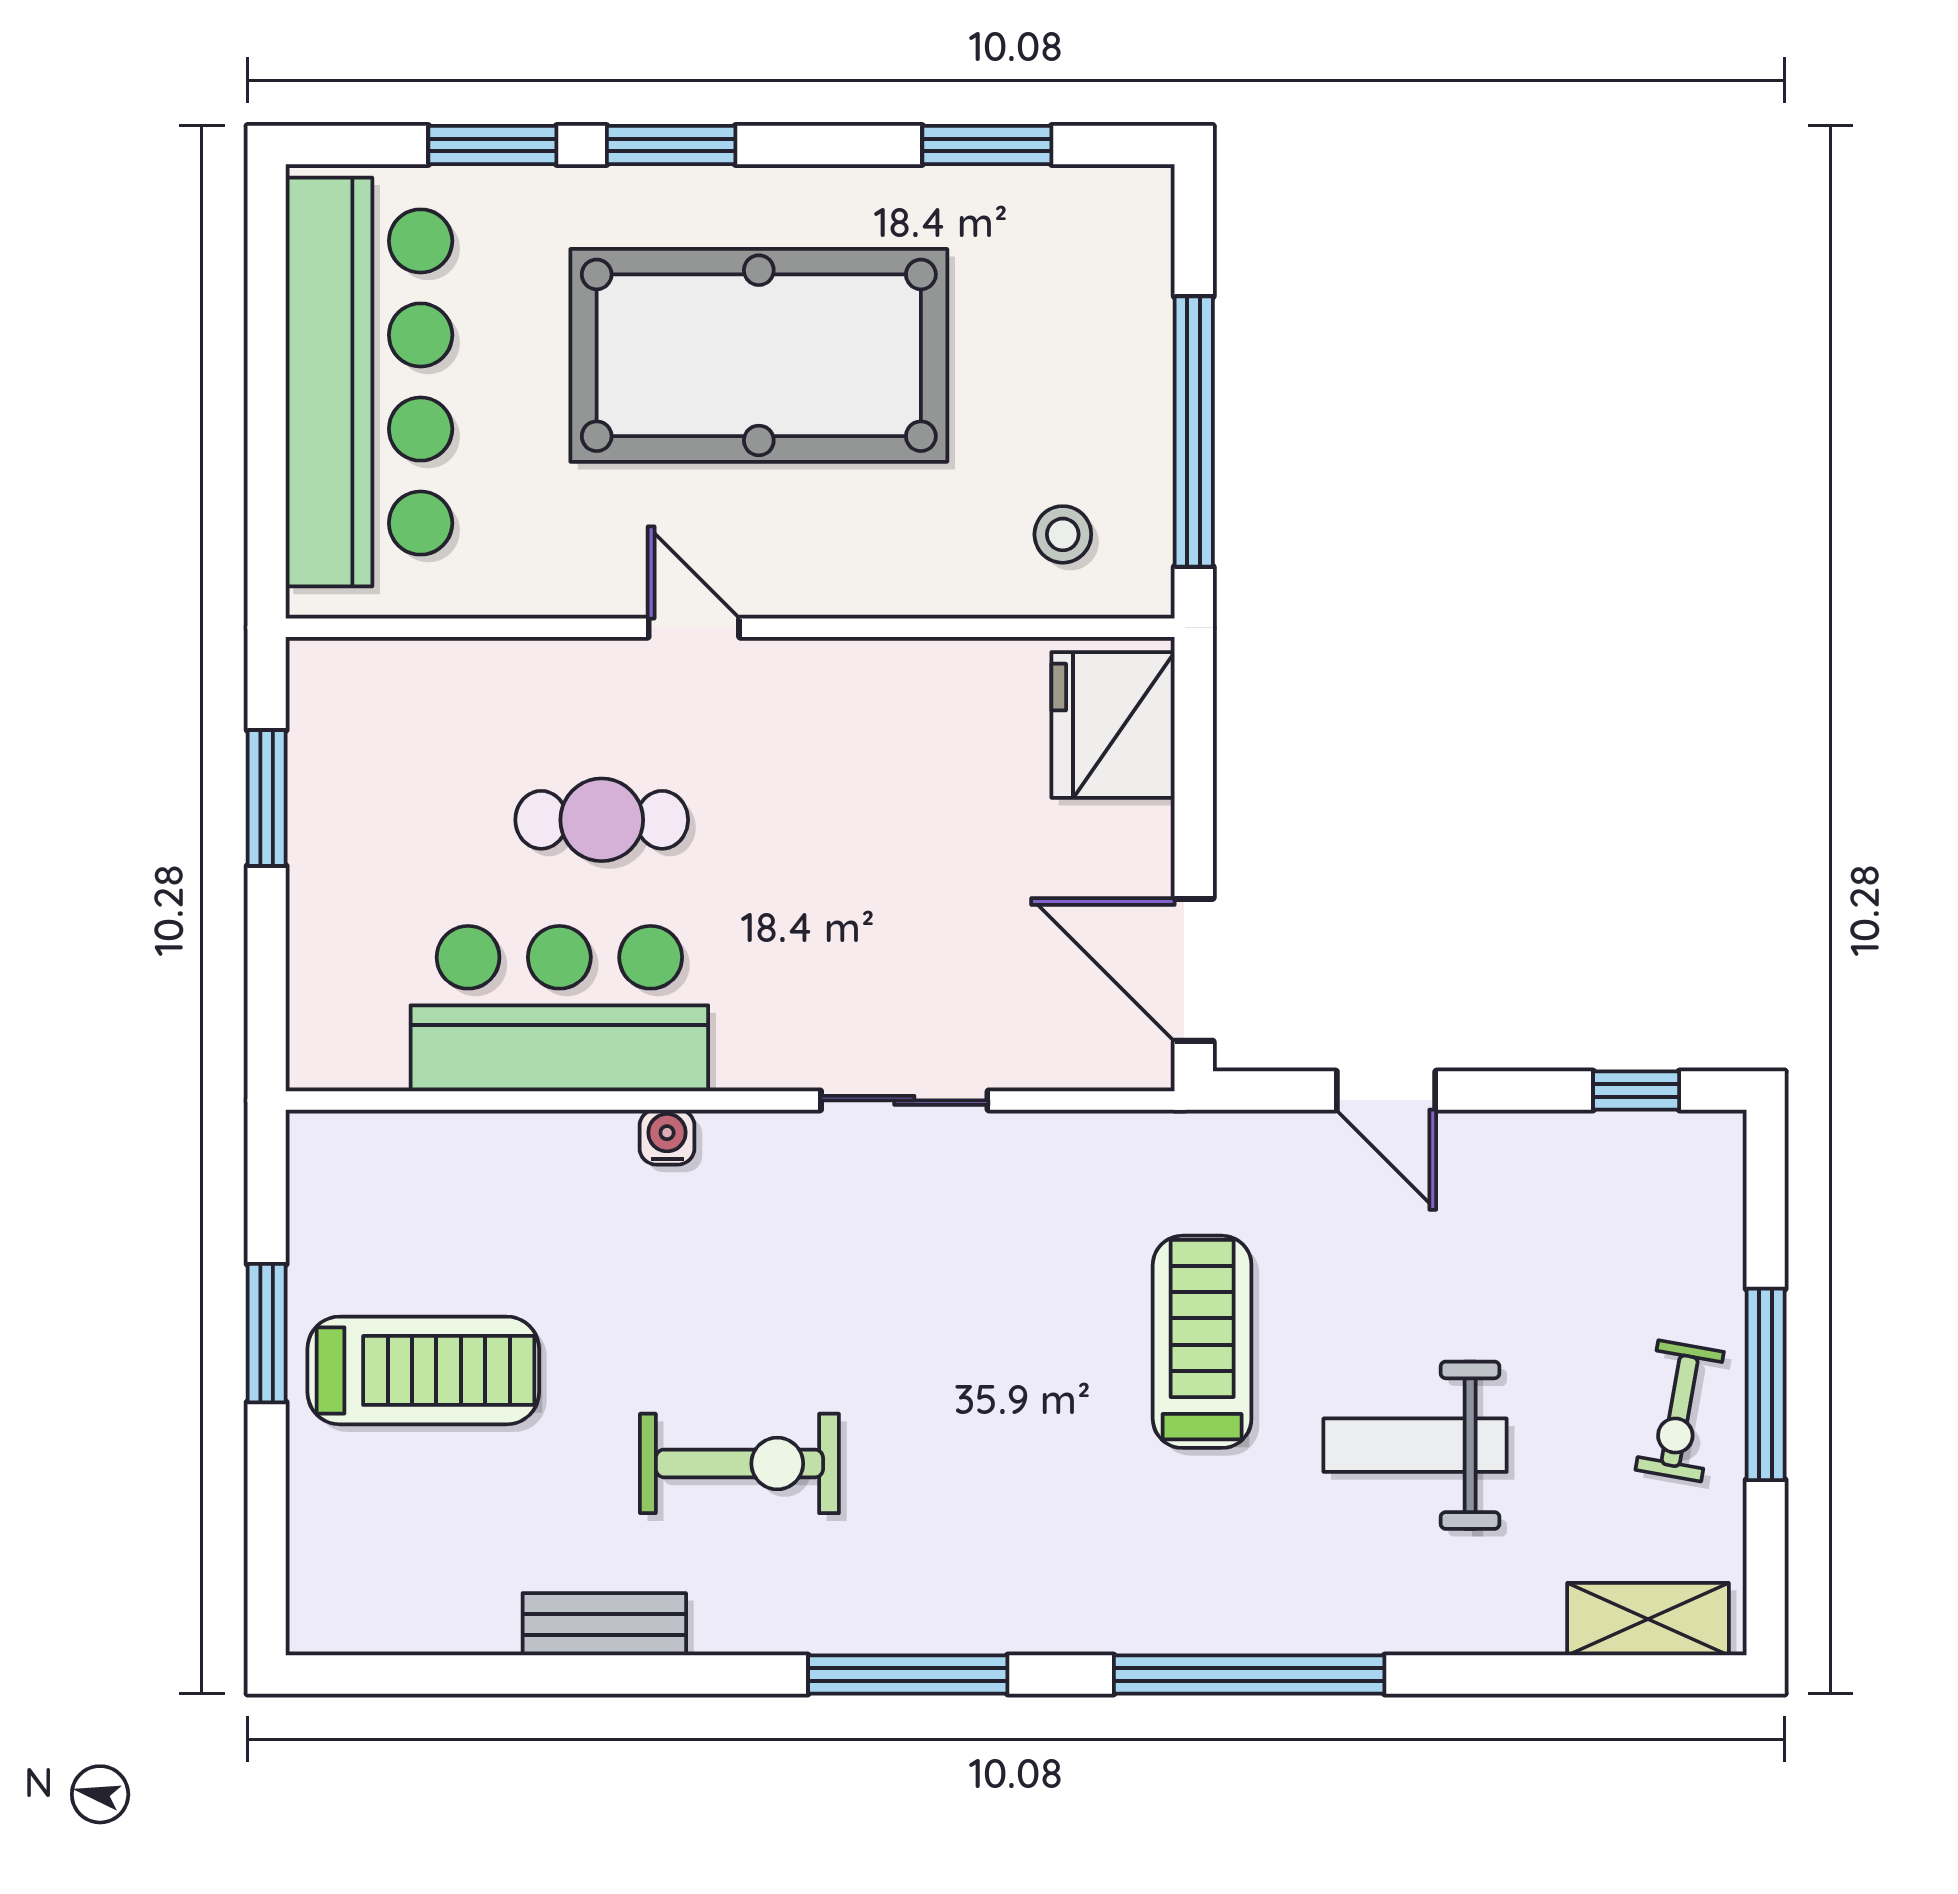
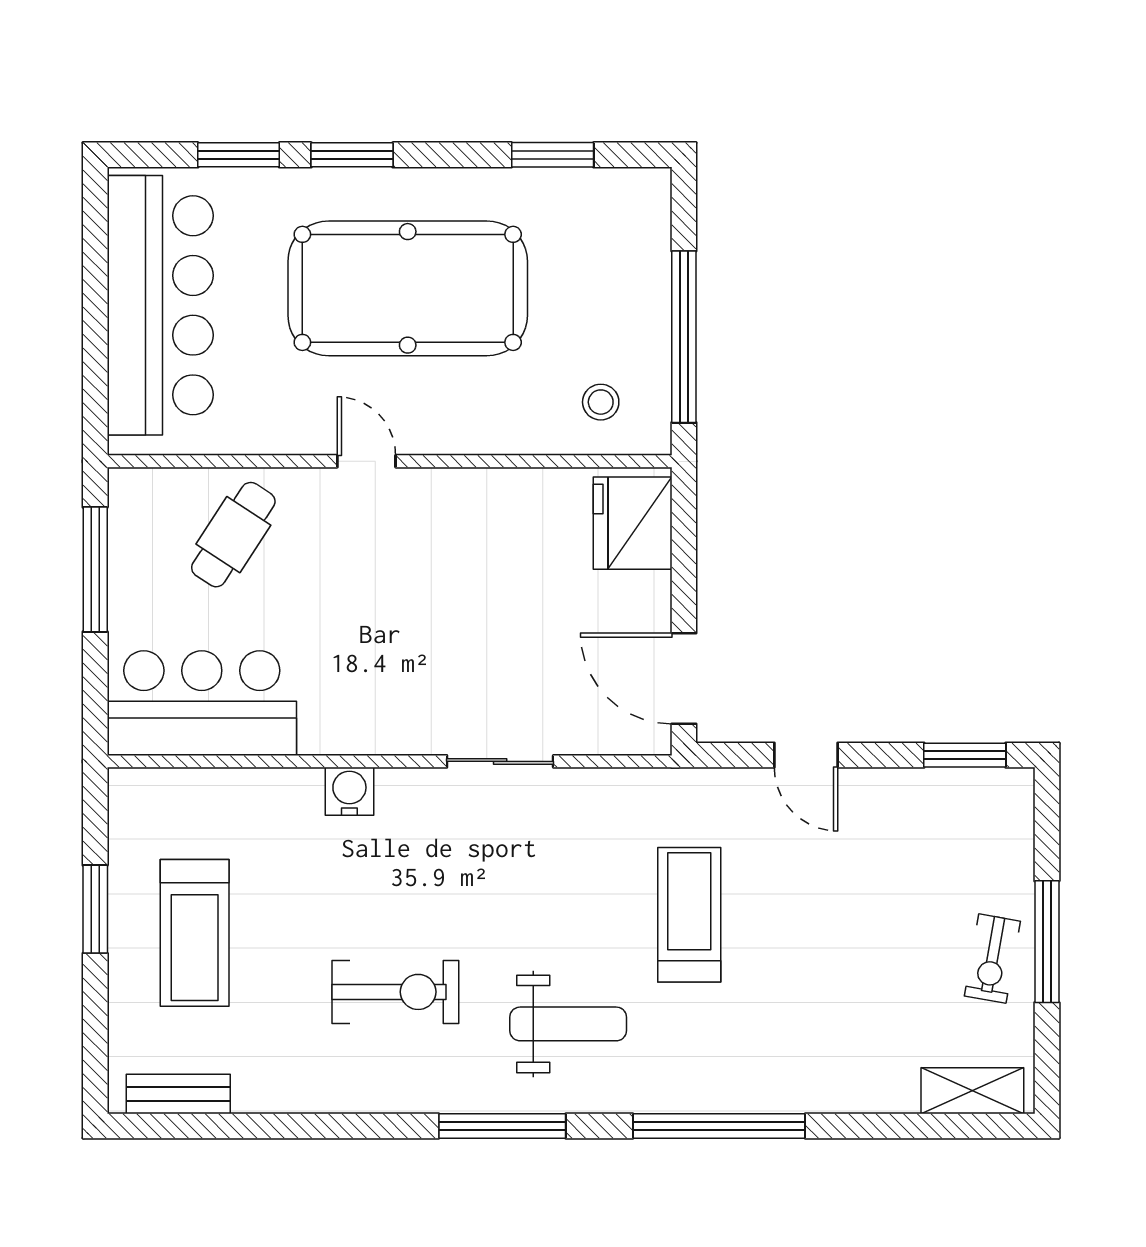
window: (267, 798) -> (95, 569), width x1.44
cafe table: (602, 820) -> (233, 535), moved, turned -57
bar counter: (559, 1009) -> (202, 703), moved
window: (1636, 1091) -> (965, 755), width x1.50
water cooler: (667, 1137) -> (349, 791), width x1.38, depth x1.38
treadmill: (423, 1370) -> (195, 933), turned 90
weight bench: (1415, 1445) -> (568, 1024), moved, turned 180
bench: (604, 1624) -> (178, 1094), moved

